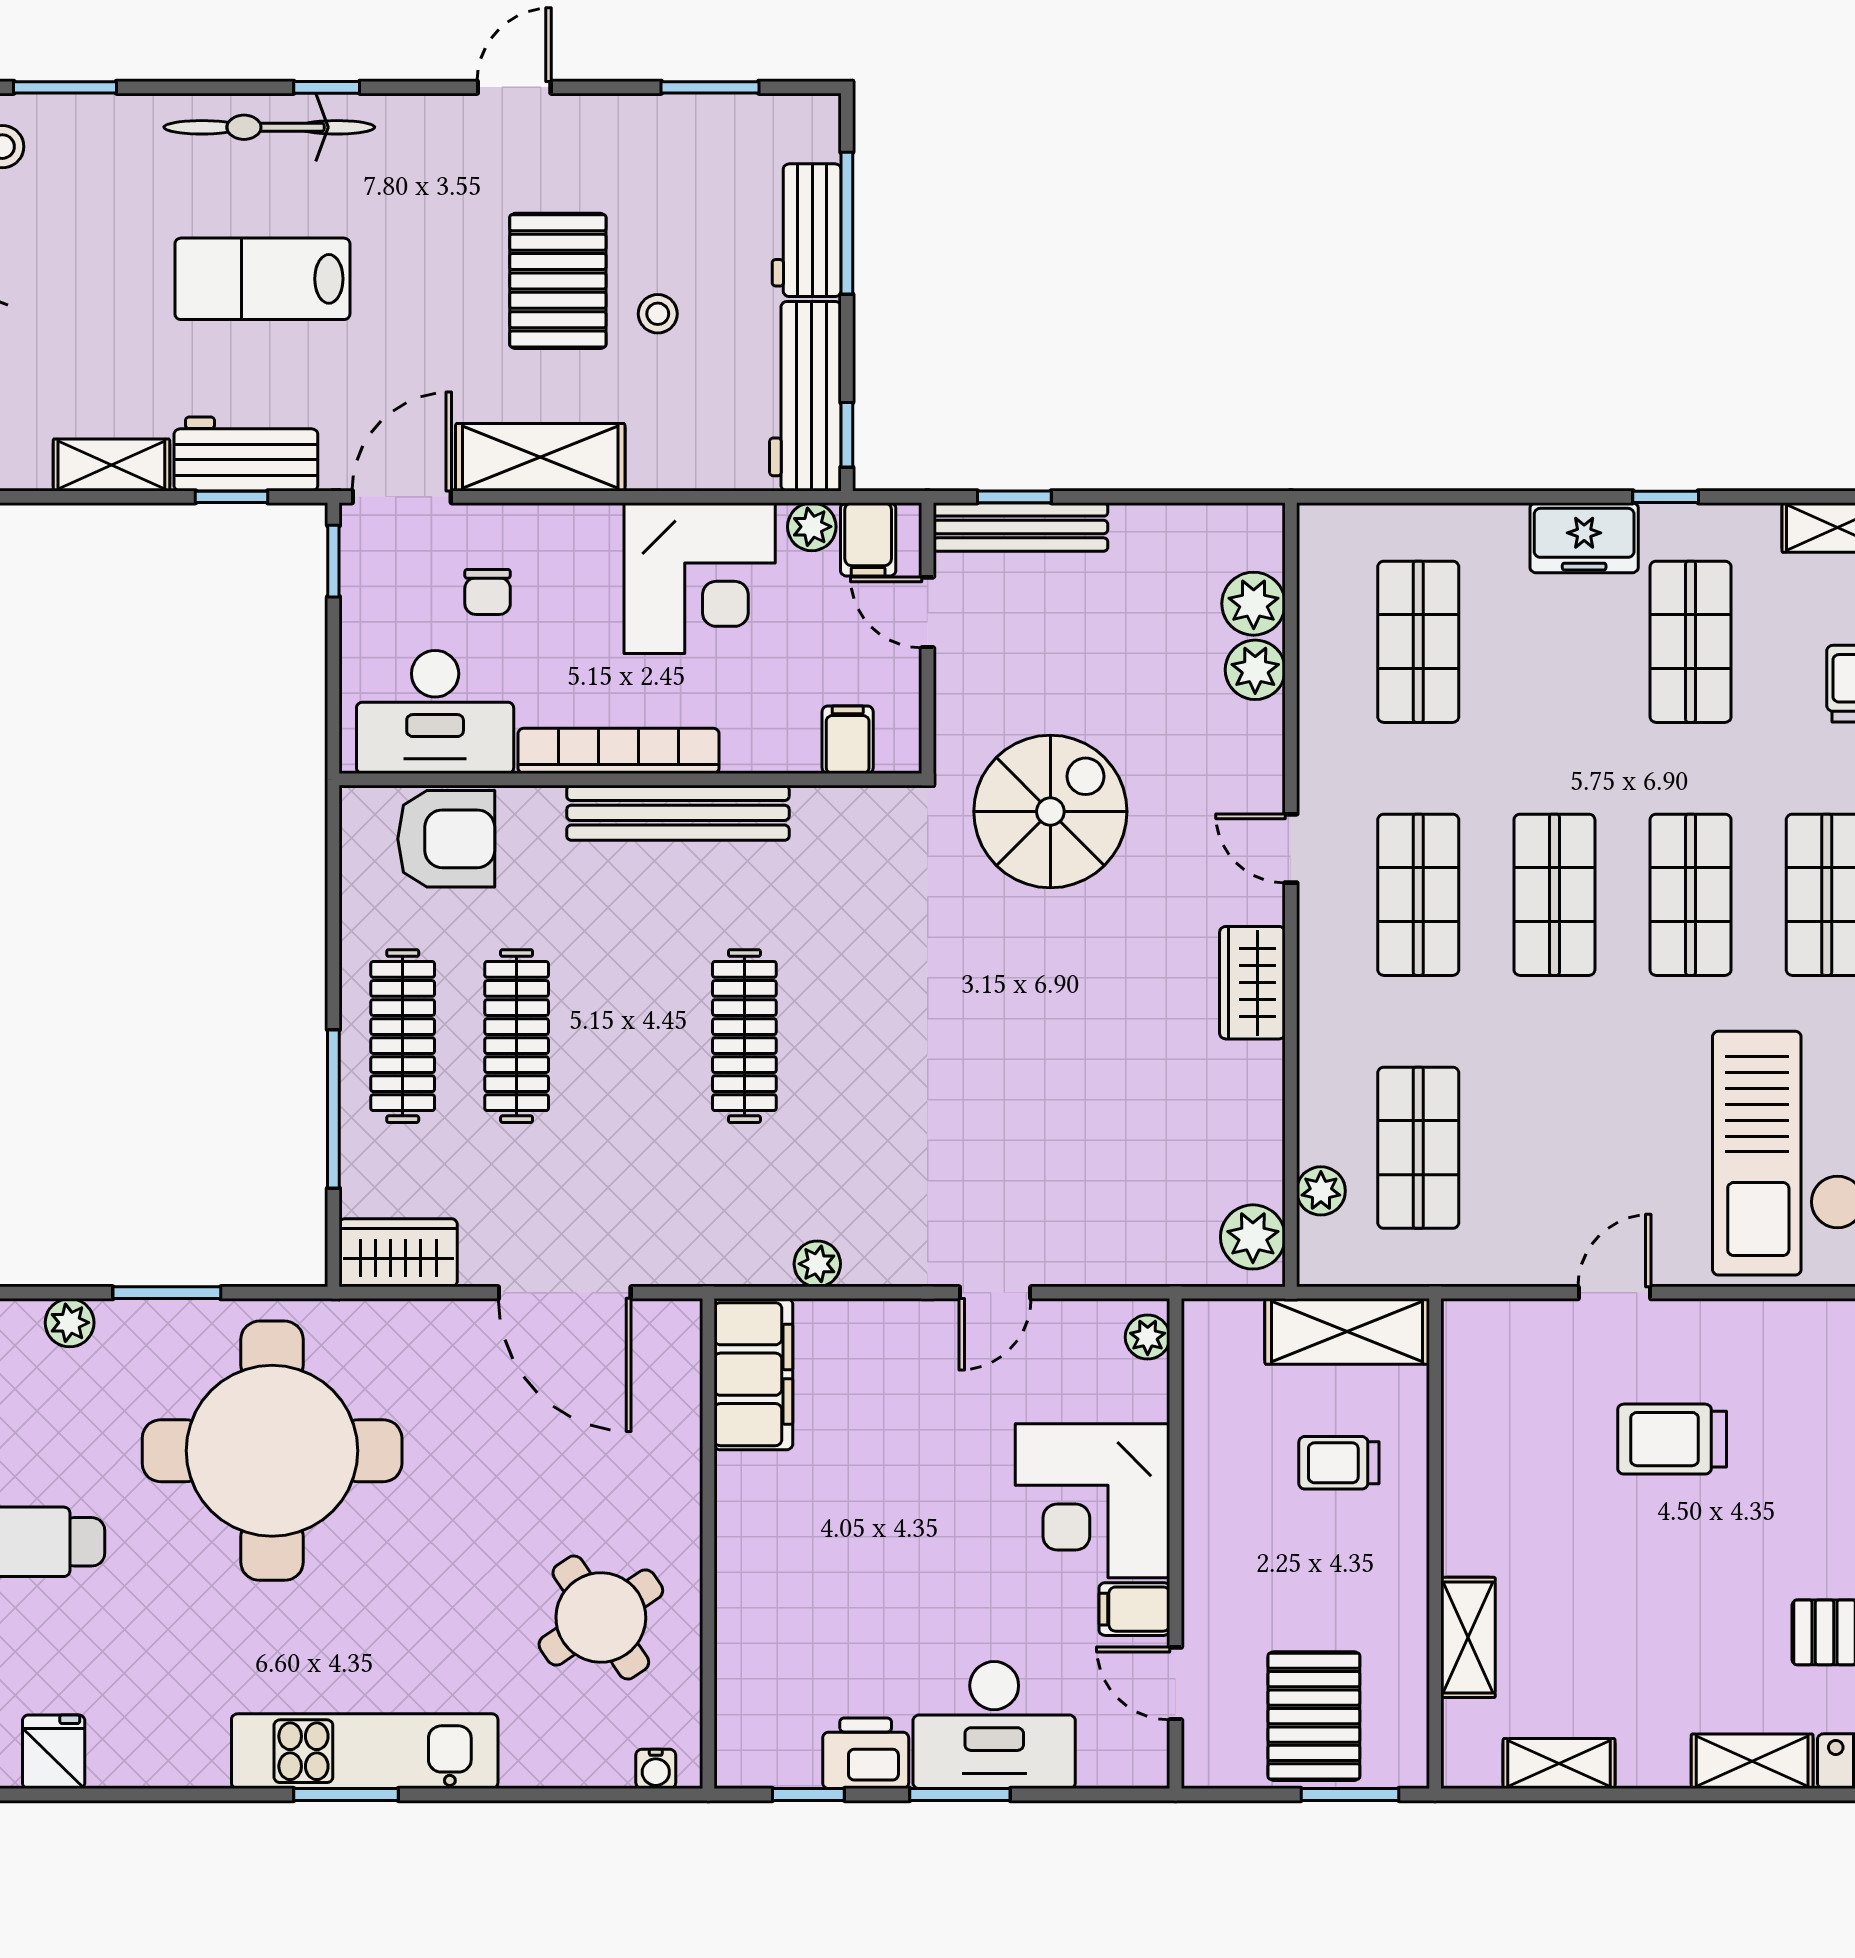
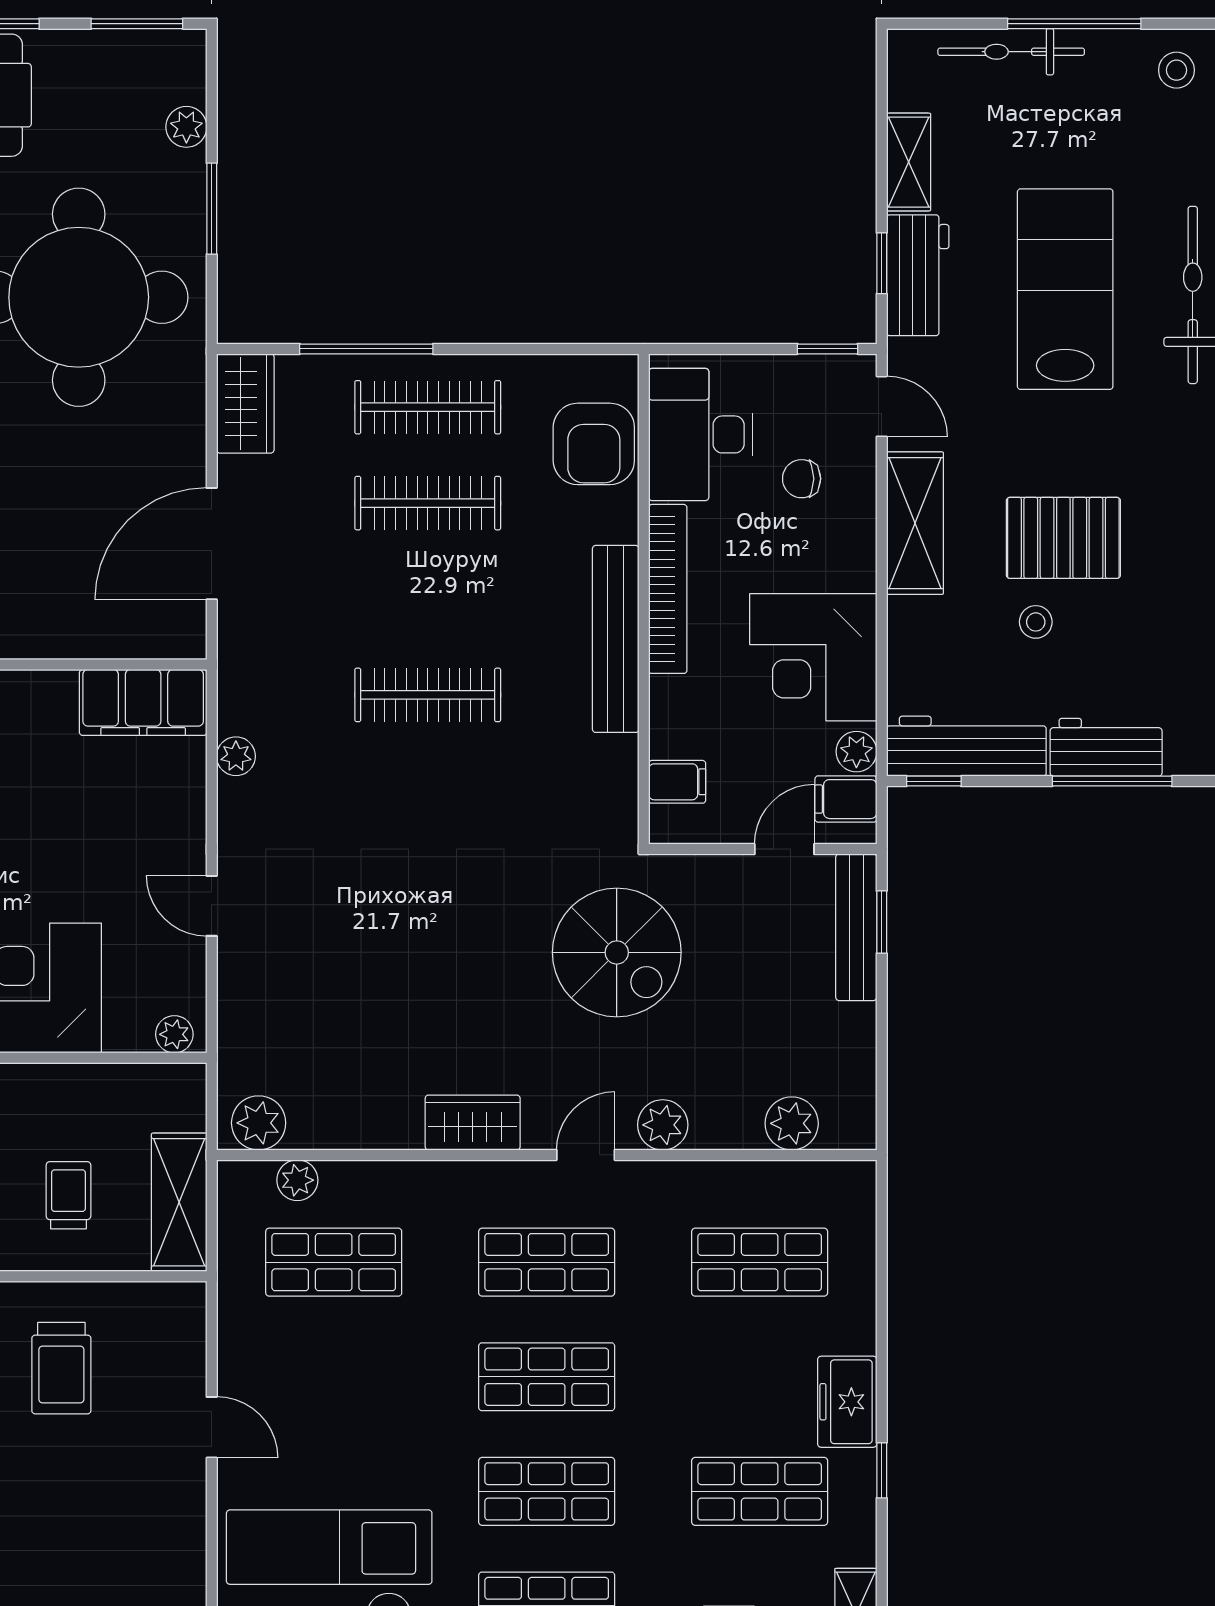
lab bench: (262, 279) -> (1065, 289), width x1.36, depth x1.39
door: (402, 497) -> (882, 406), width x0.73
plant: (1255, 670) -> (663, 1125), moved
trolley: (1672, 1439) -> (61, 1368), moved, turned 180

